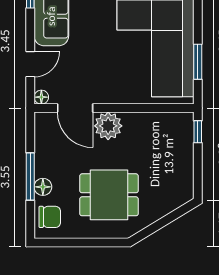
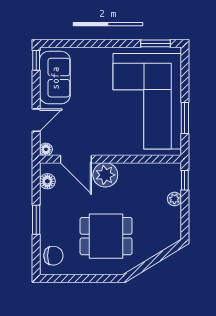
plant: (186, 153) -> (174, 199), added
window: (30, 176) -> (36, 220), width x0.69
floor lamp: (43, 187) -> (47, 181), moved

